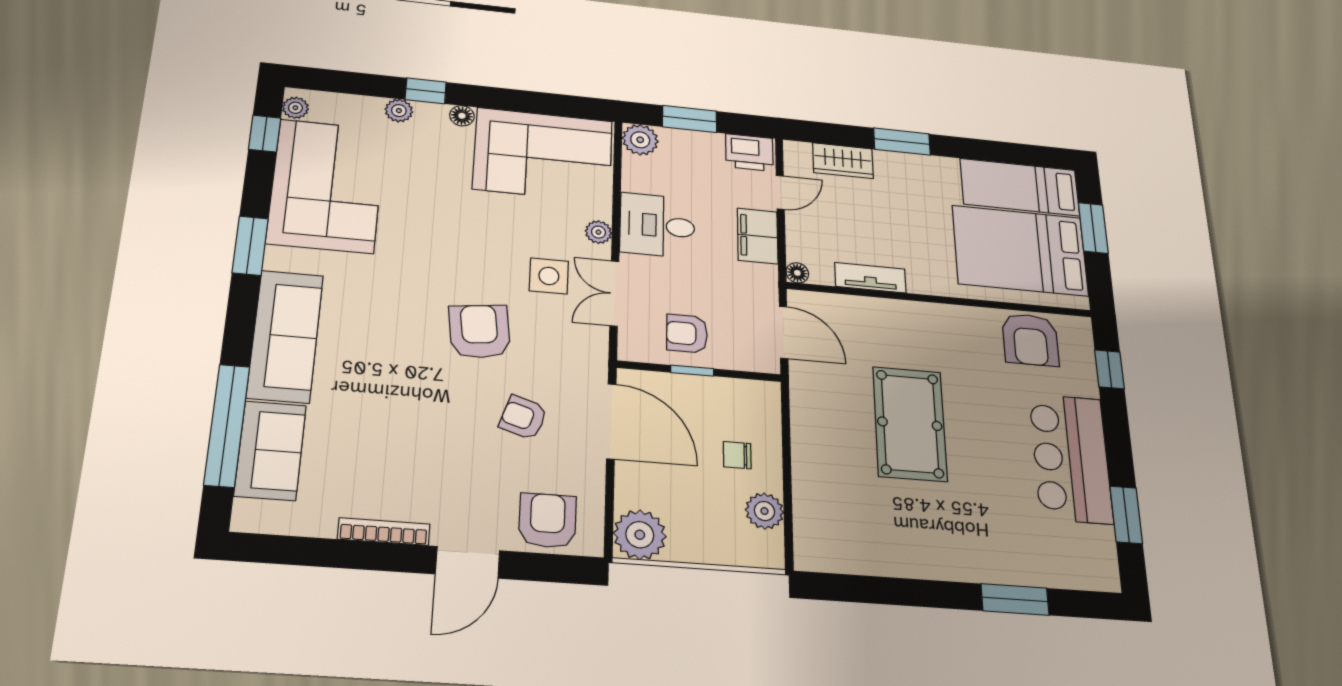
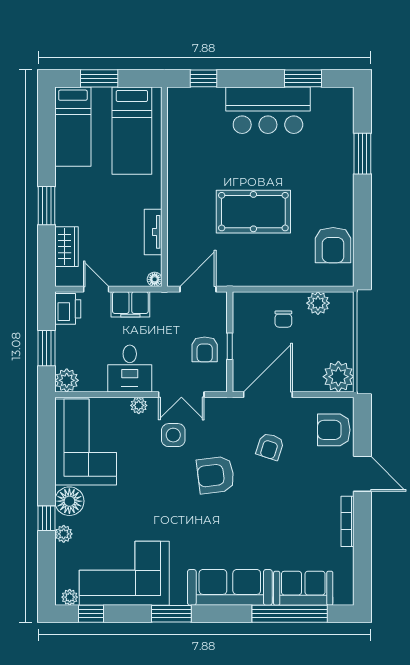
floor lamp: (462, 116) -> (69, 501), width x1.89, depth x1.89
bed: (1020, 251) -> (132, 131), width x0.67
armchair: (1030, 340) -> (333, 245), moved, turned 90

